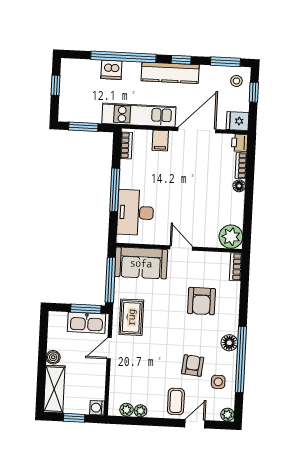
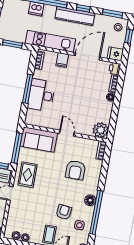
desk: (135, 213) -> (41, 95), moved

